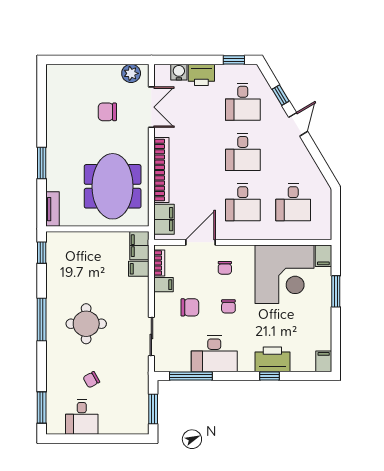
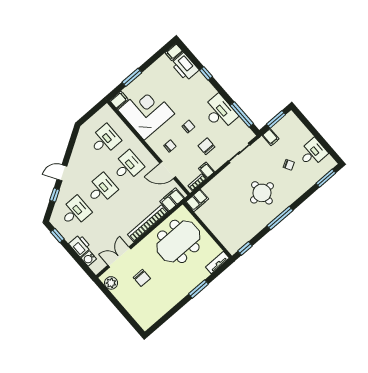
filing cabinet: (139, 269) -> (271, 137), moved
printer: (272, 359) -> (185, 67), moved

